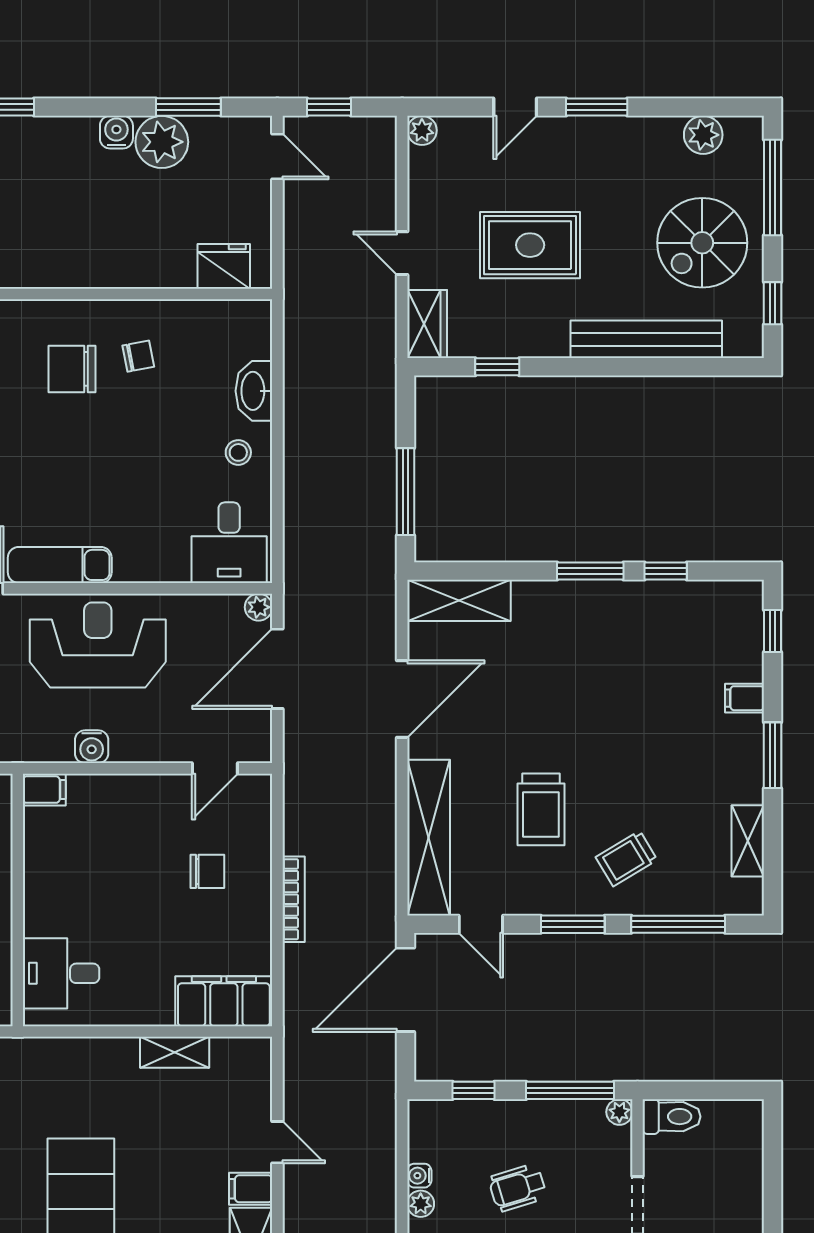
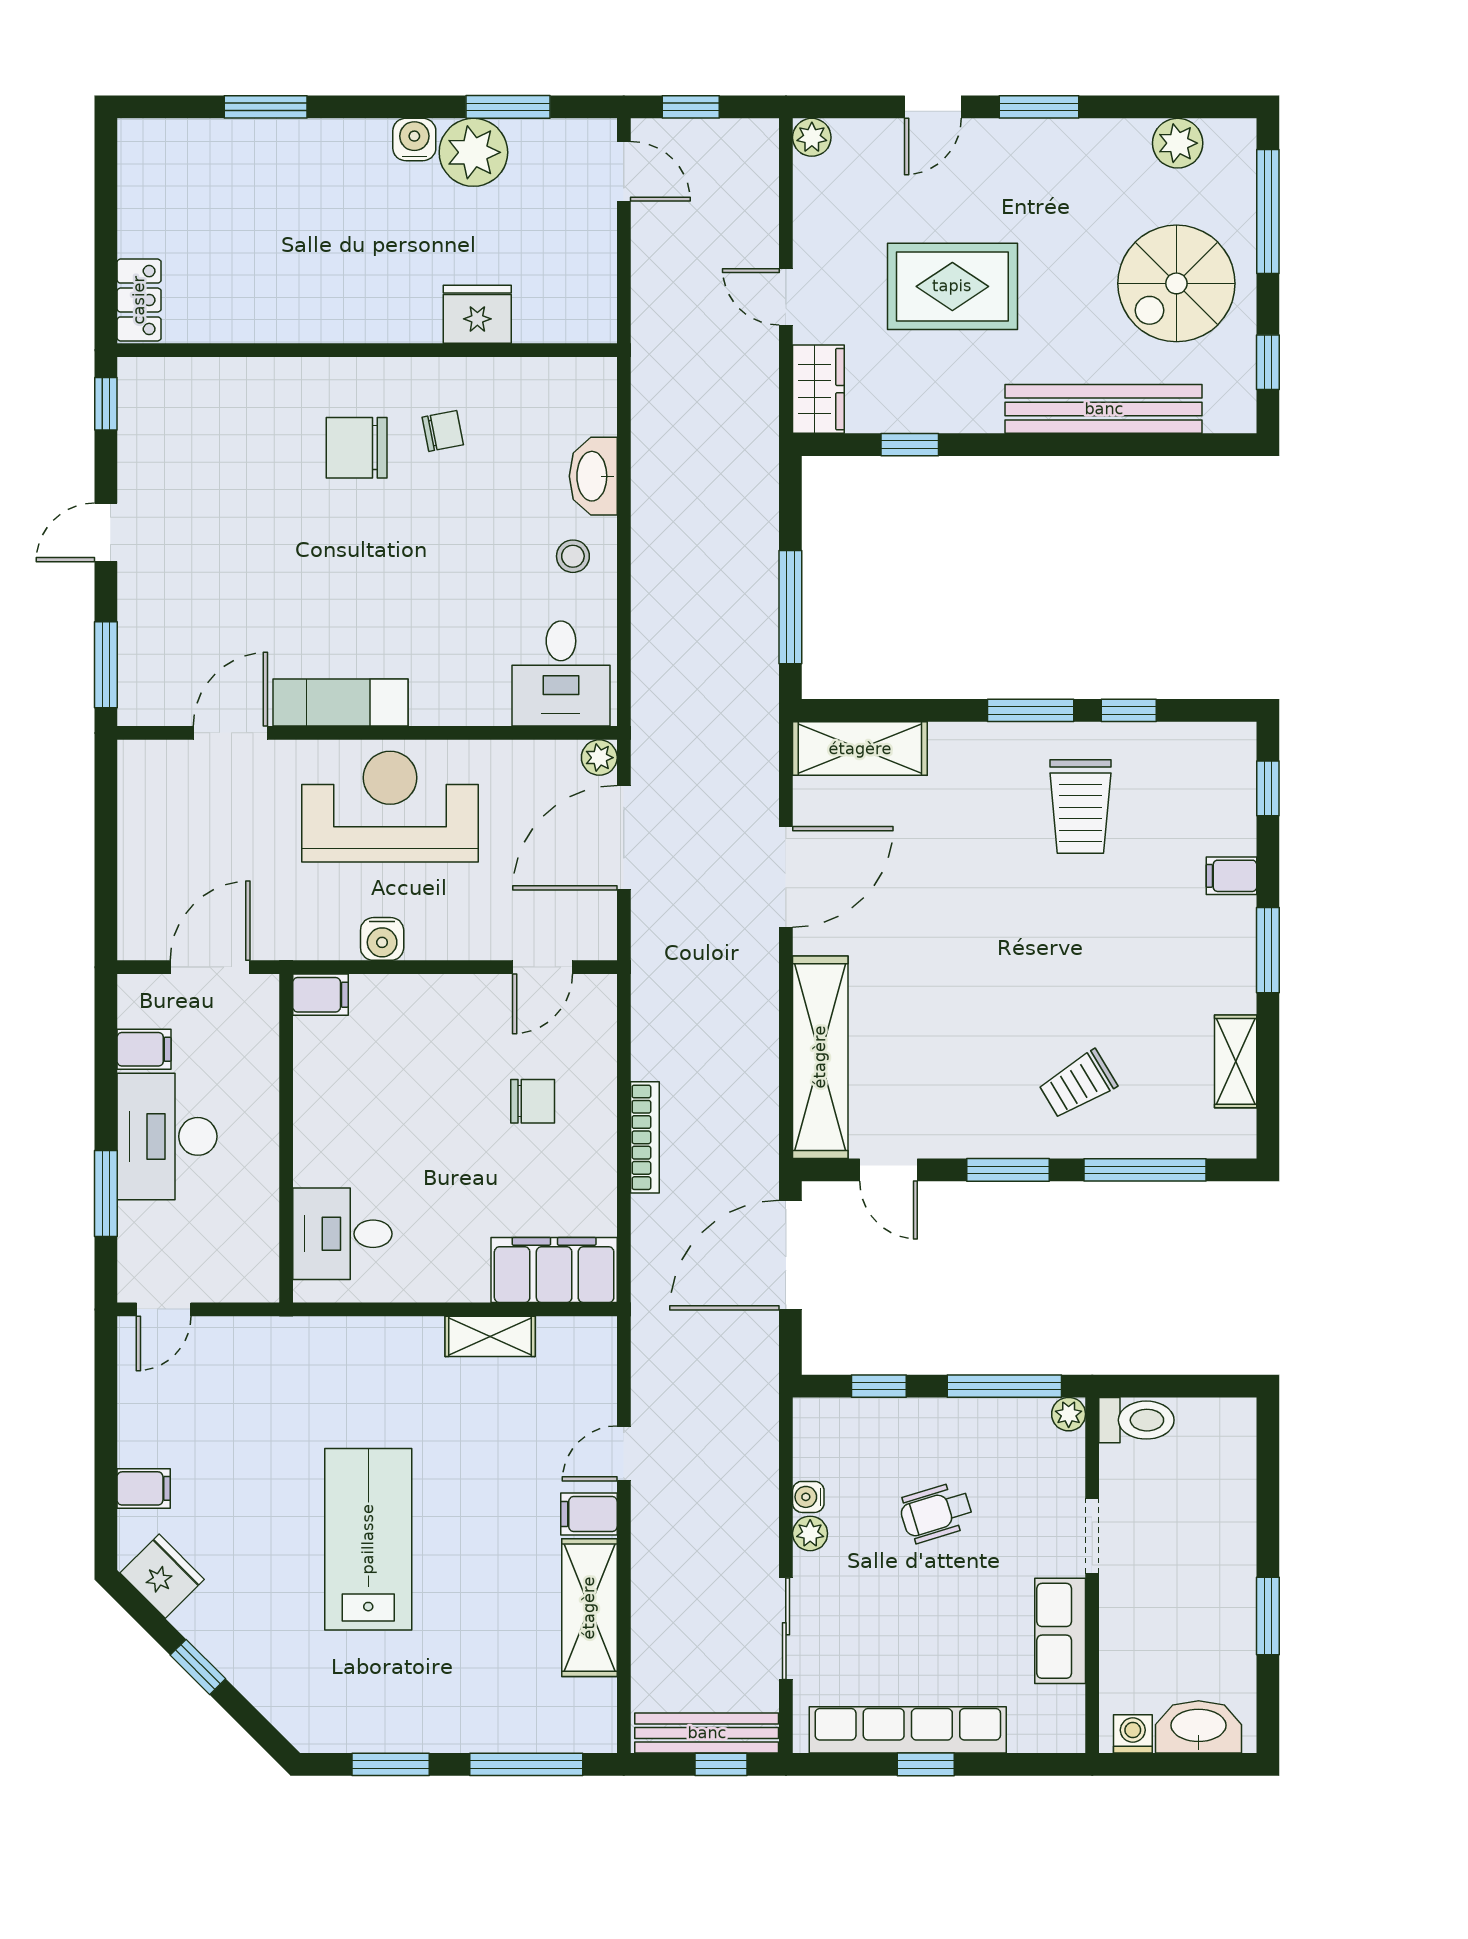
fridge: (224, 266) -> (477, 314), moved
trolley: (541, 809) -> (1080, 807), moved
door: (277, 1142) -> (624, 1453), swing flipped

